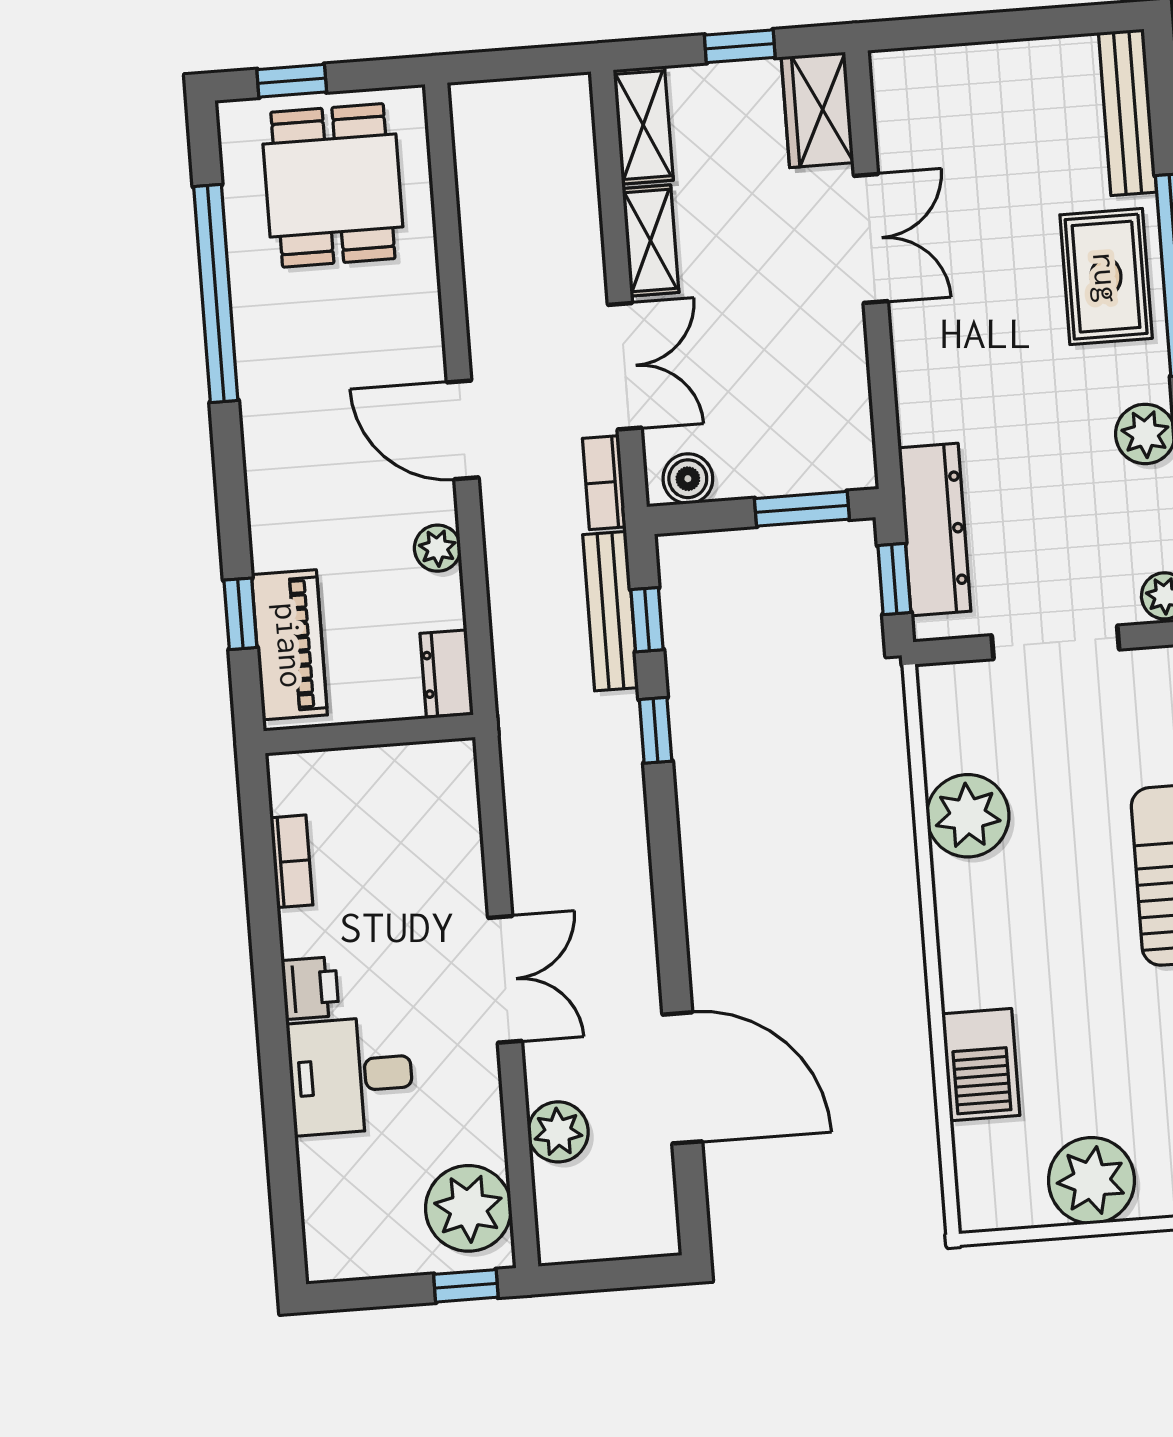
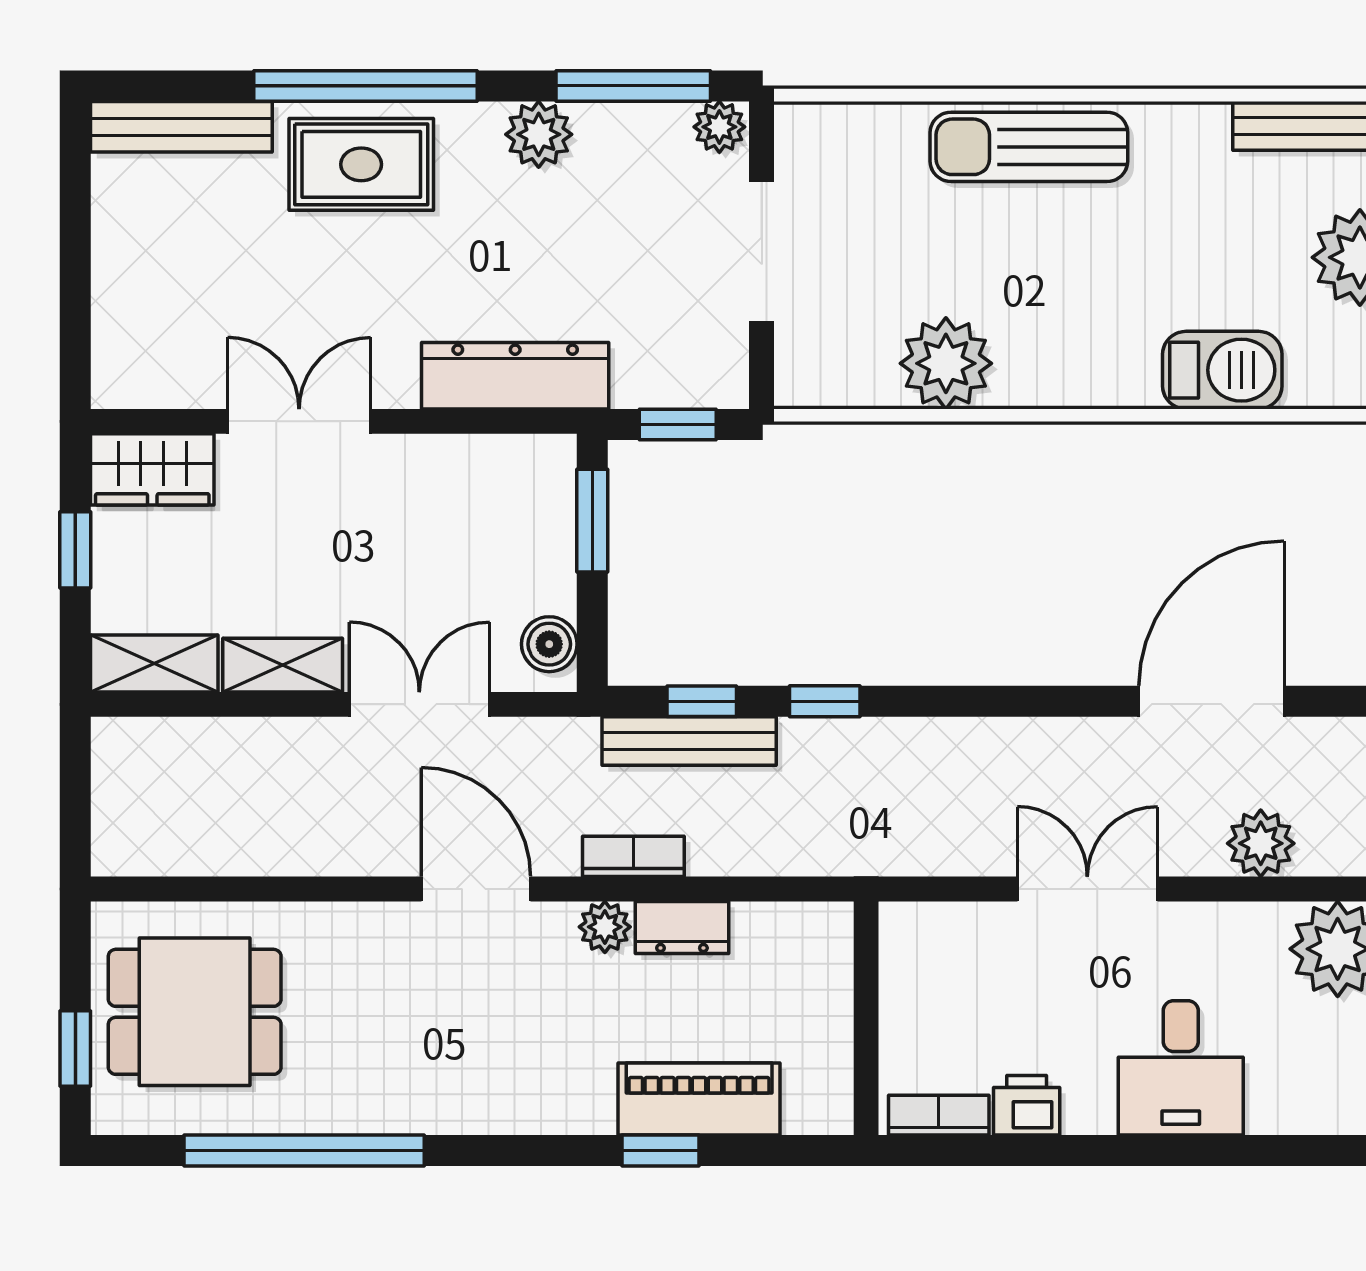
door: (463, 430) -> (476, 889), swing flipped
bookcase: (604, 483) -> (633, 856), moved, turned 180
dresser: (935, 529) -> (515, 376), moved
dresser: (447, 674) -> (682, 928), moved
wall: (369, 734) -> (866, 1018), moved
printer: (310, 988) -> (1027, 1105), moved

